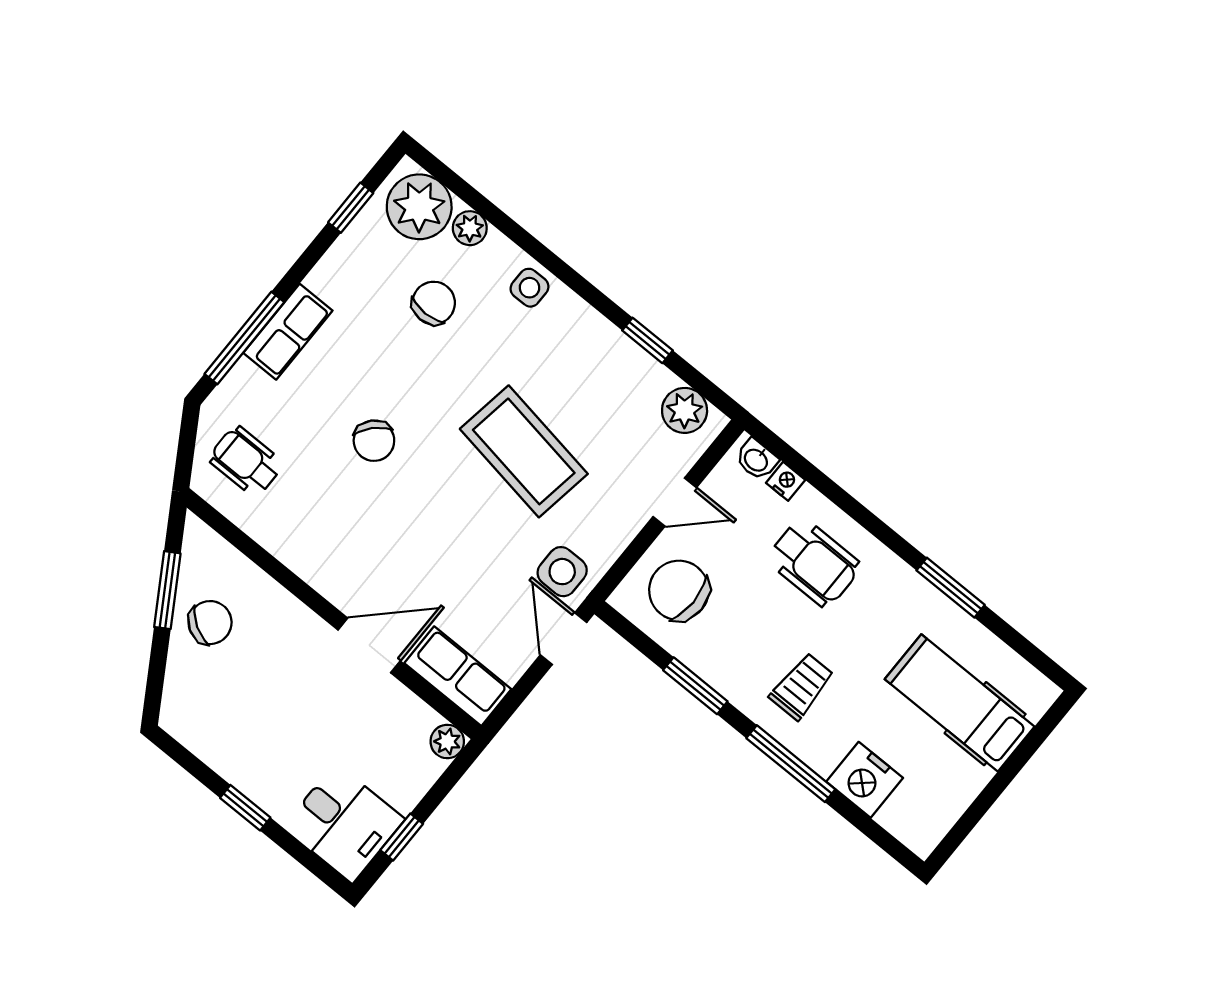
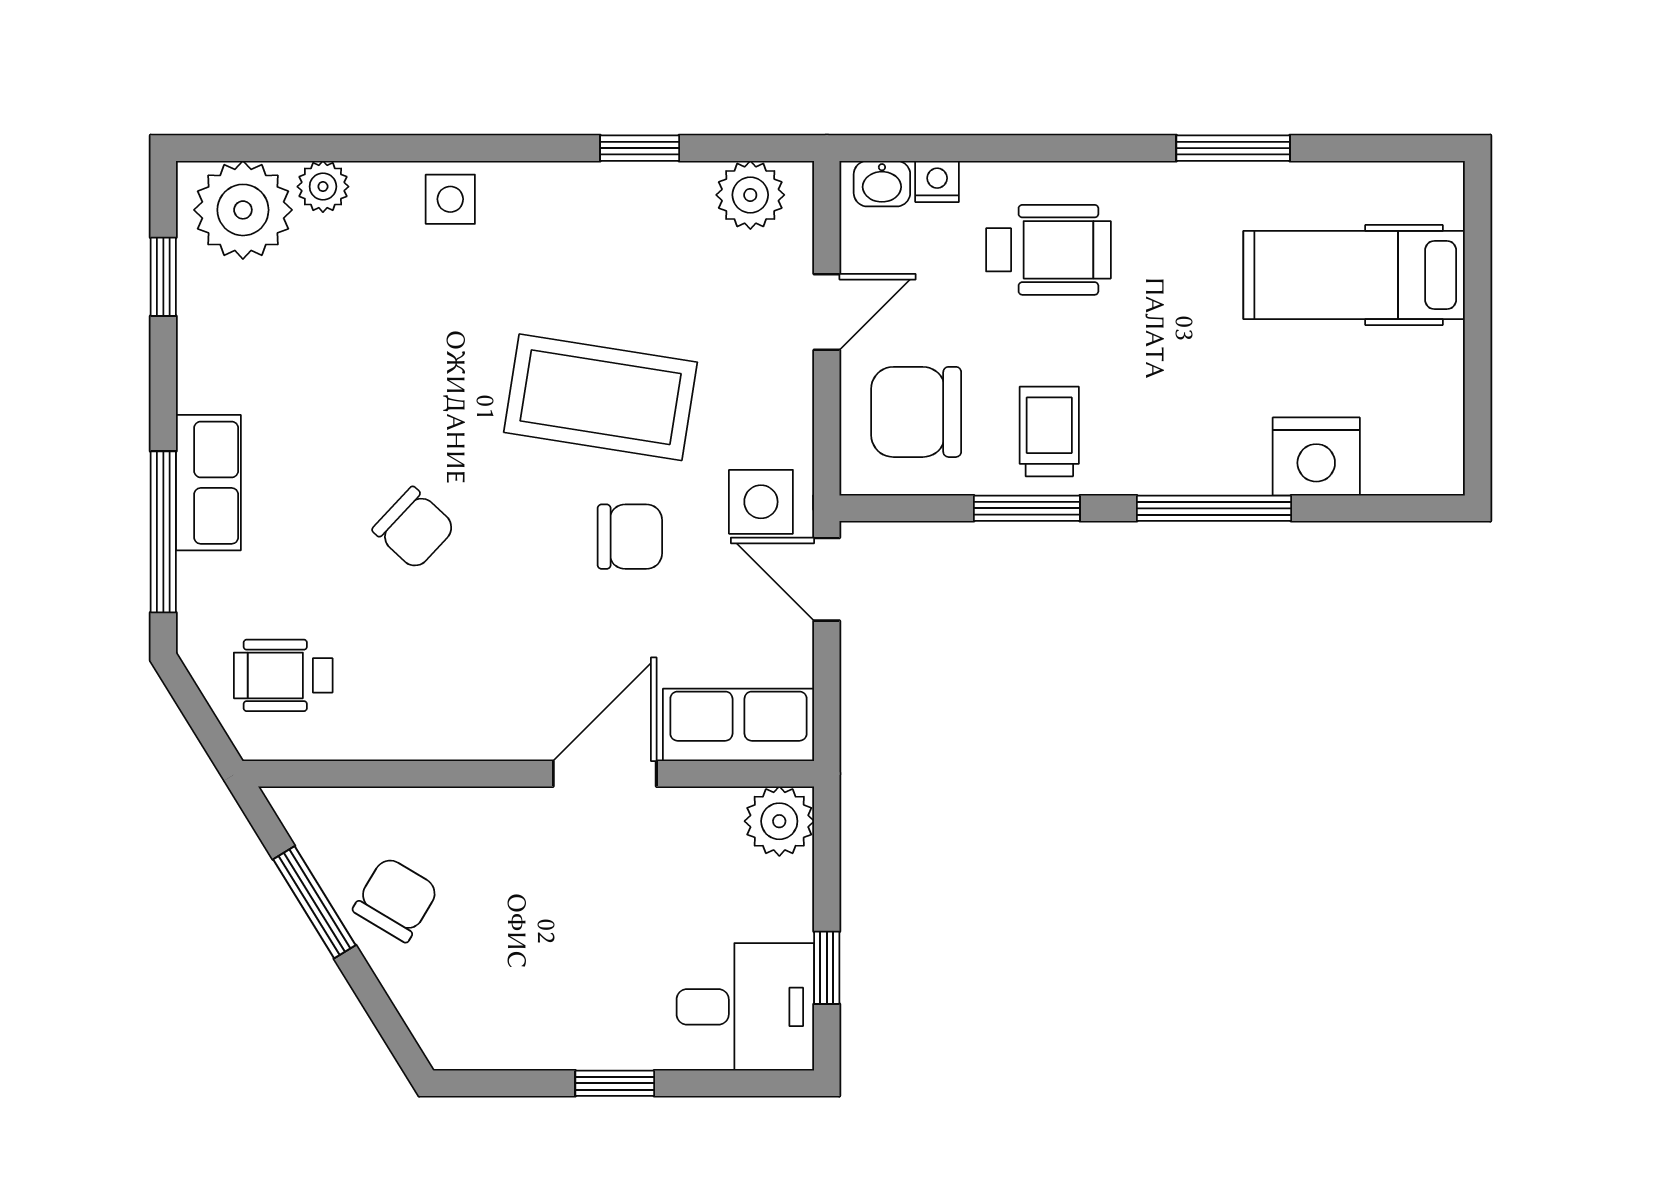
chair: (434, 303) -> (630, 537), moved, turned 90
trolley: (802, 686) -> (1049, 431), moved
plant: (447, 741) -> (779, 821), width x1.38, depth x1.38

